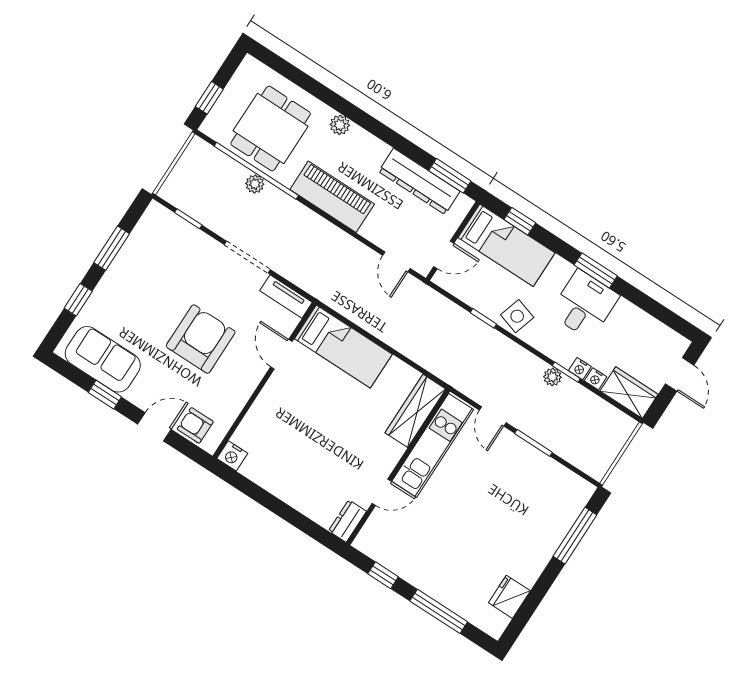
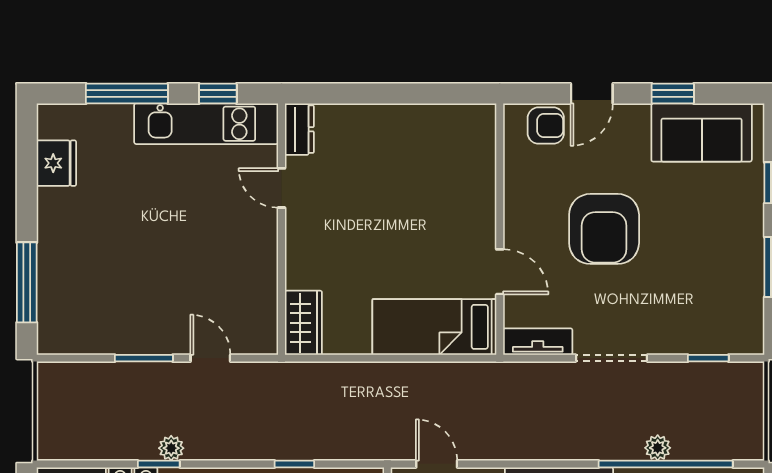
wardrobe: (415, 411) -> (303, 323), width x0.67
kitchen unit: (433, 445) -> (206, 124), moved, turned -90
nightstand: (232, 456) -> (480, 118), removed
door: (382, 492) -> (281, 188), hinge flipped

